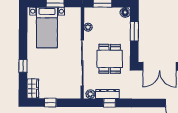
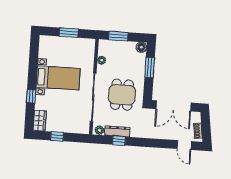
bed with nightstands: (47, 28) -> (58, 78), moved, turned -90

